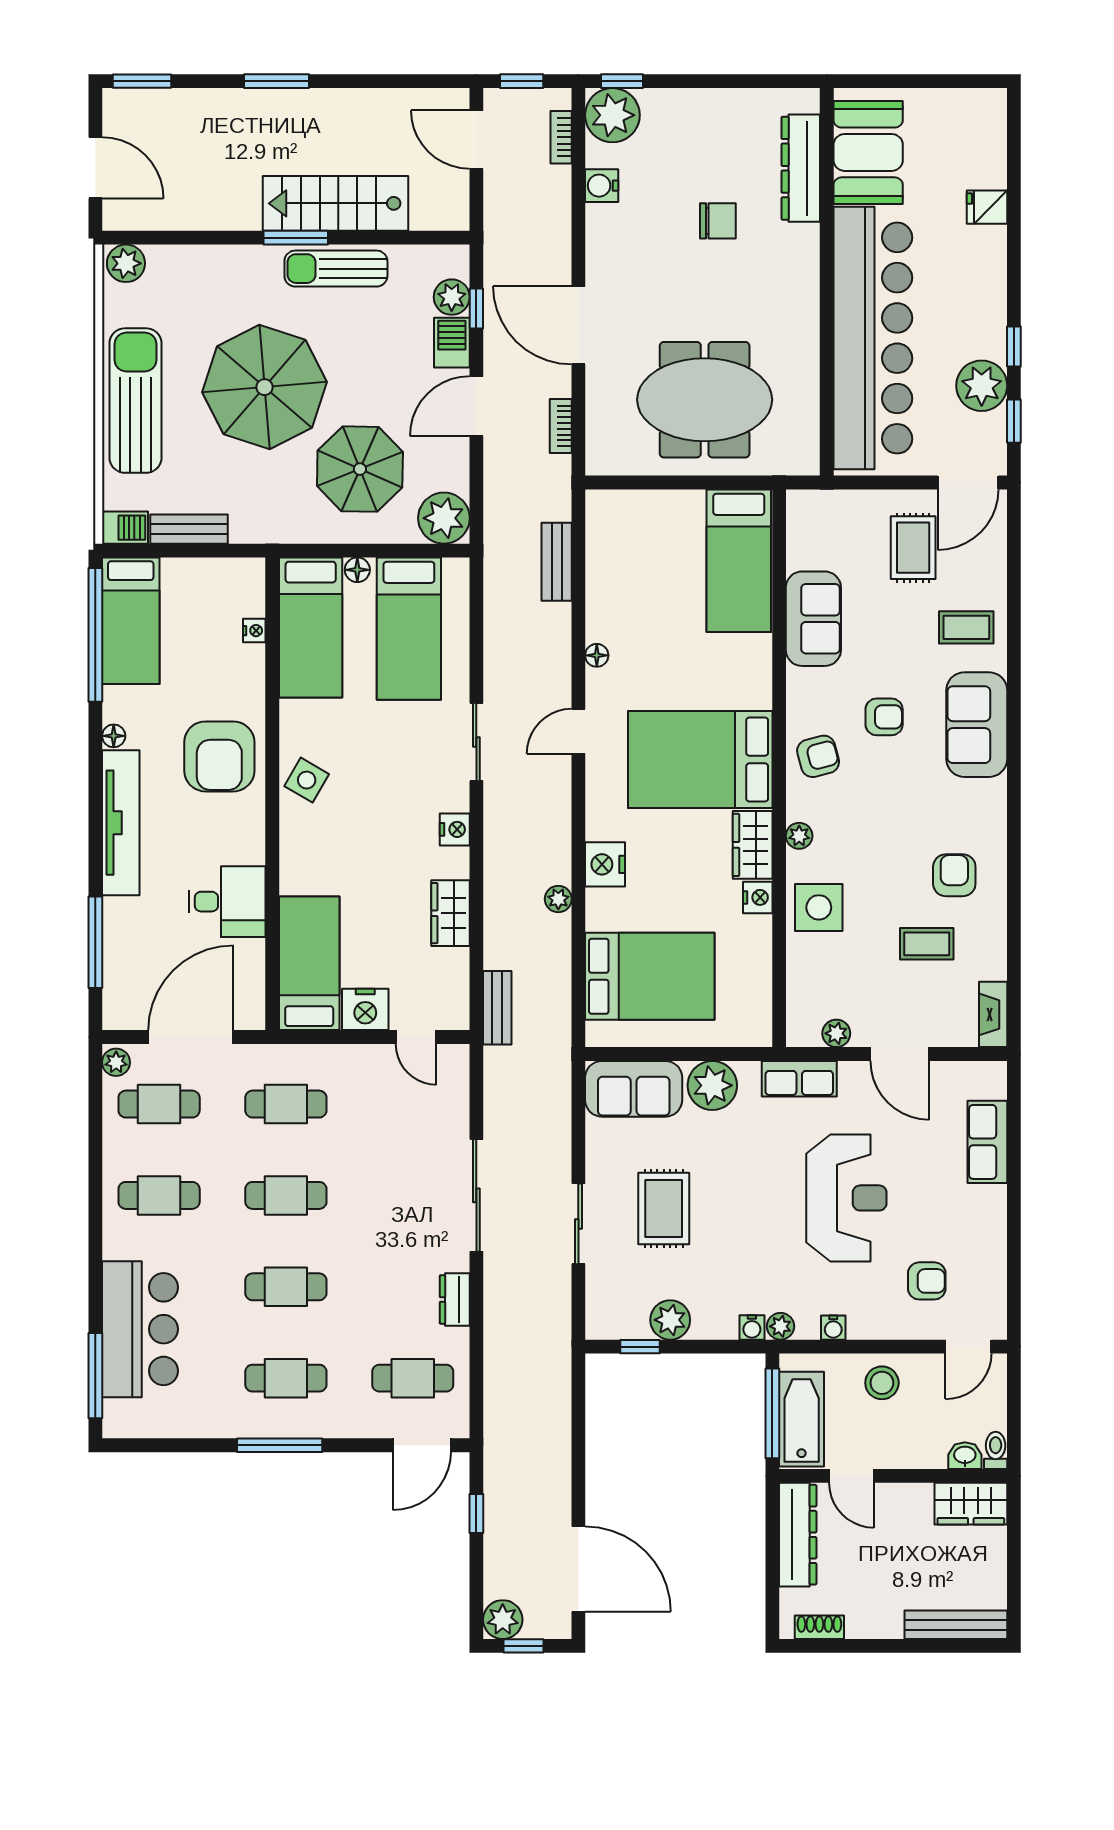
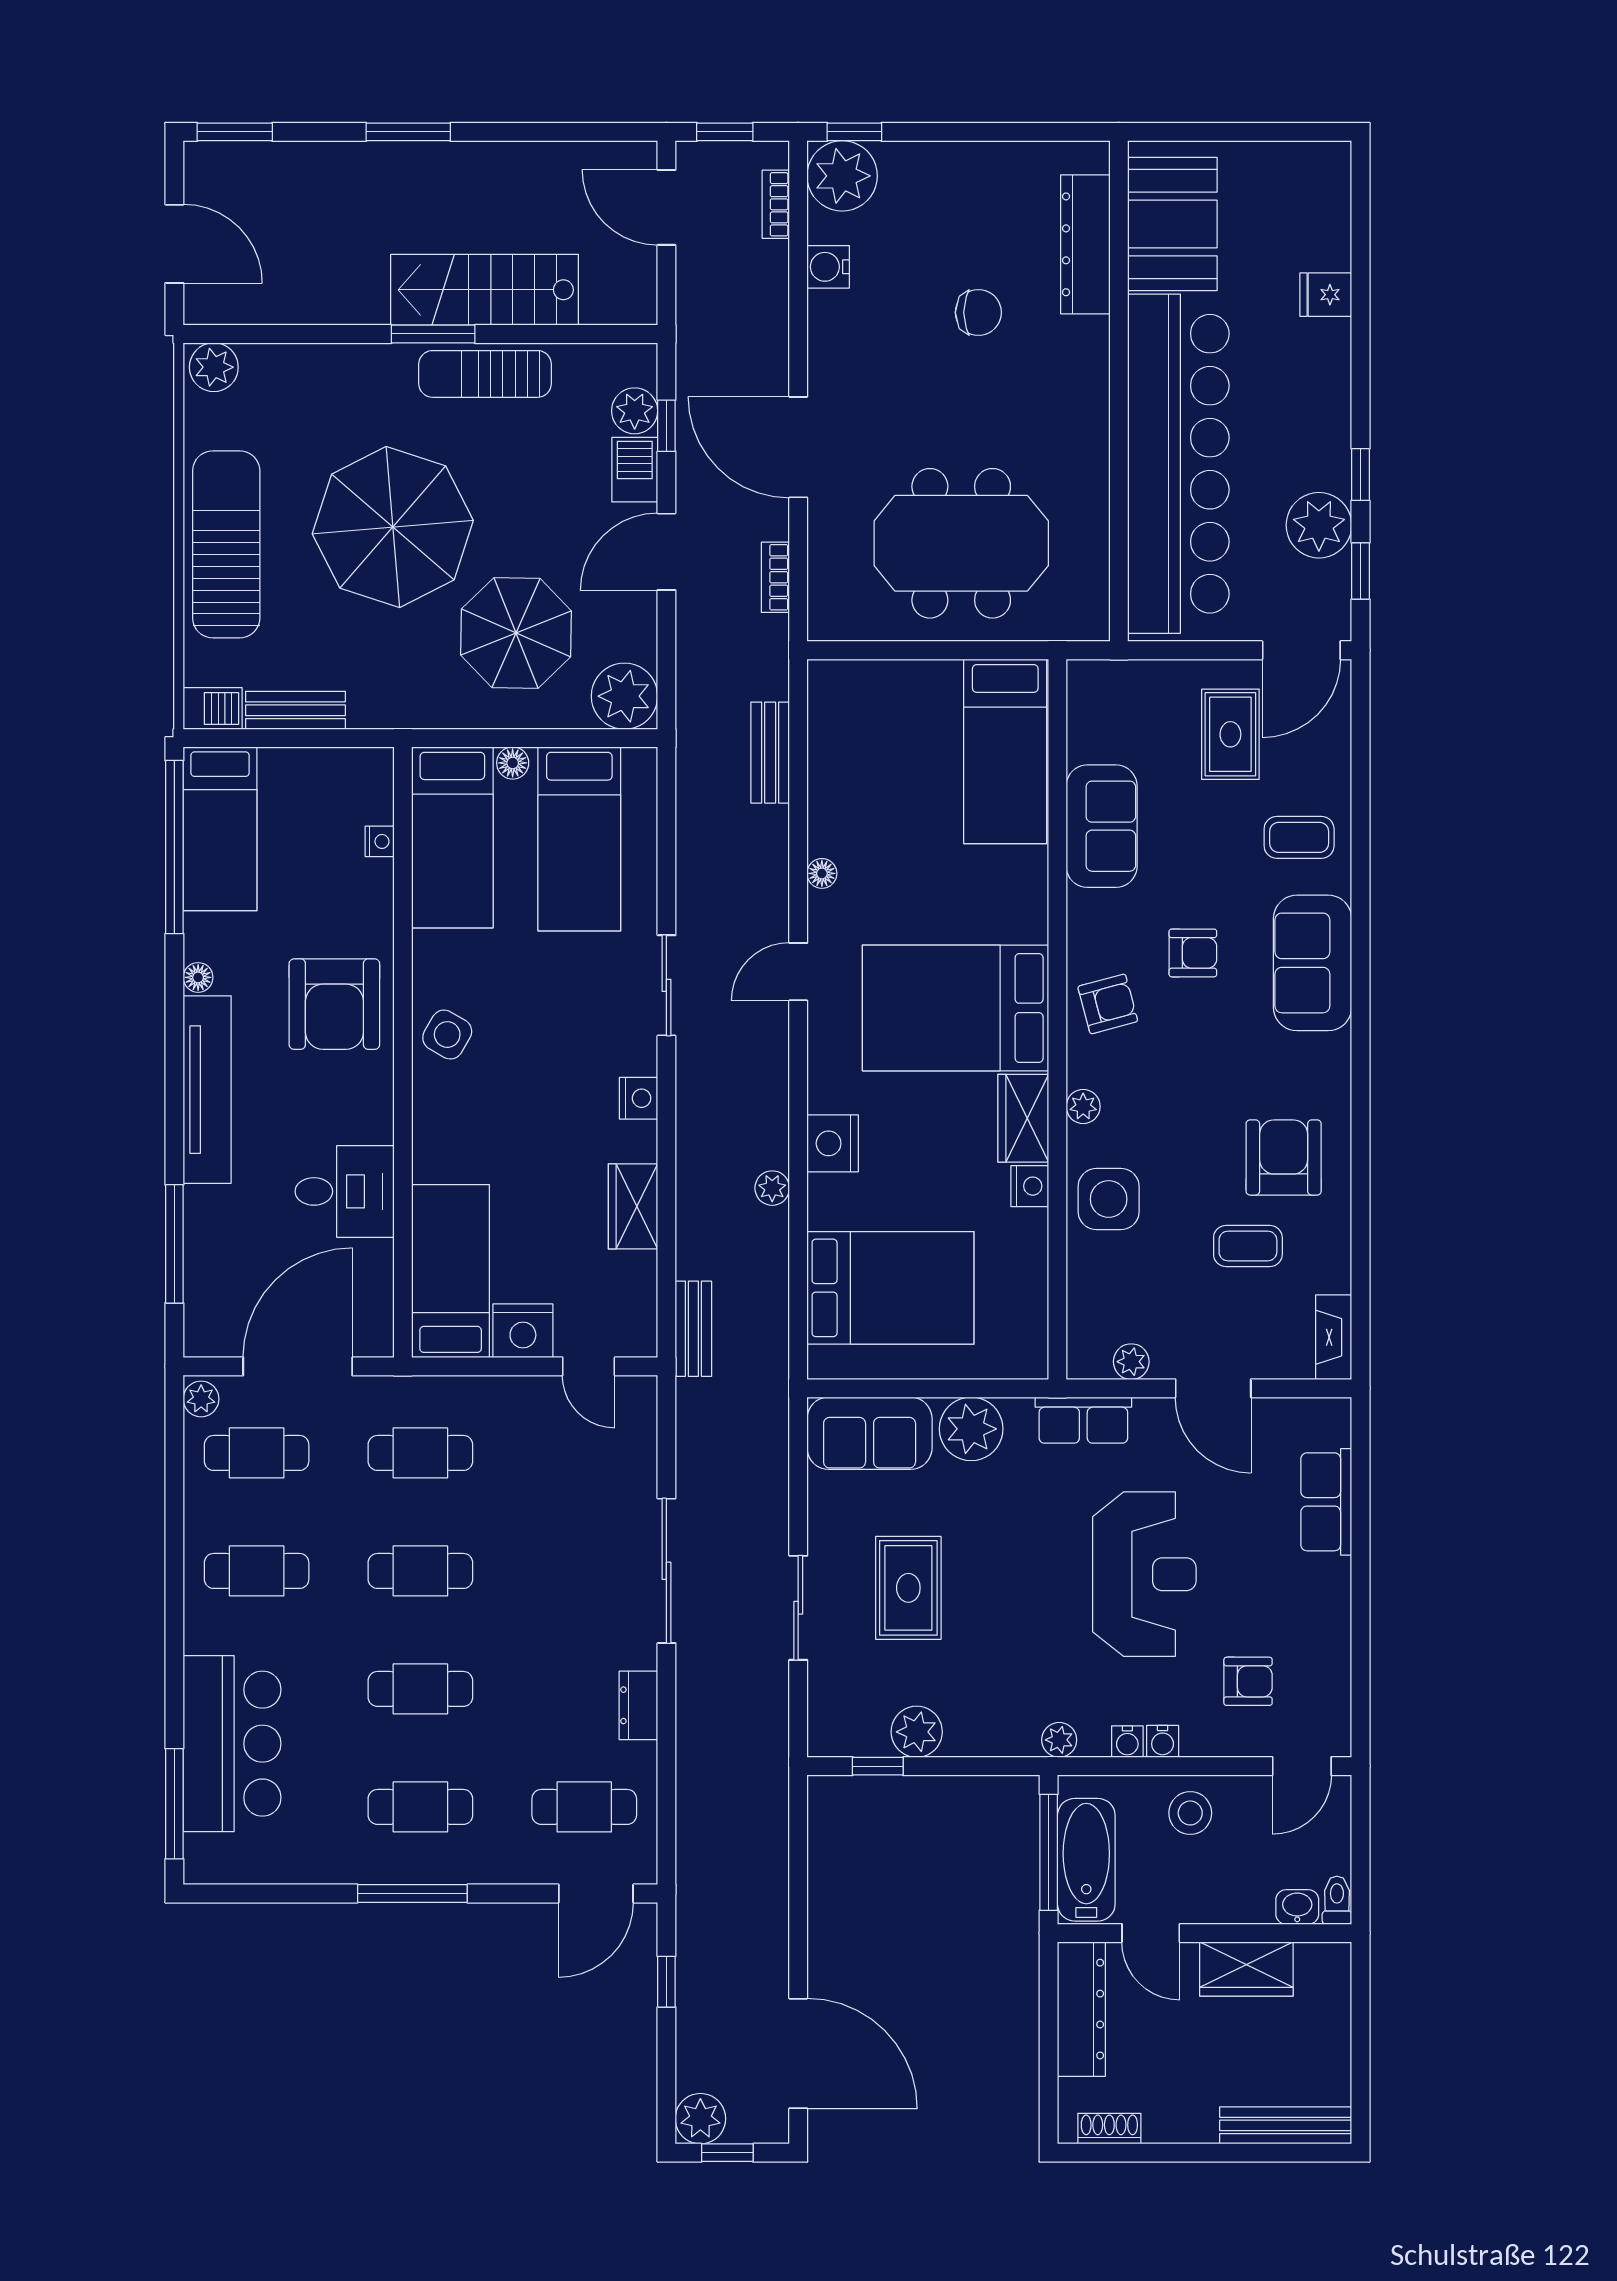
armchair: (954, 875) -> (1284, 1157), width x1.38, depth x1.38
water cooler: (752, 1327) -> (1163, 1741), moved
wardrobe: (971, 1504) -> (1246, 1969), moved

